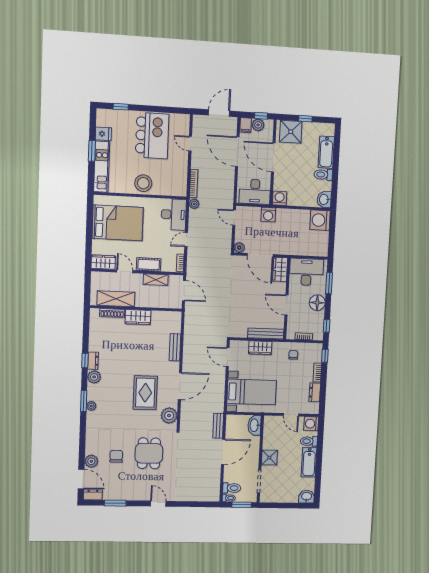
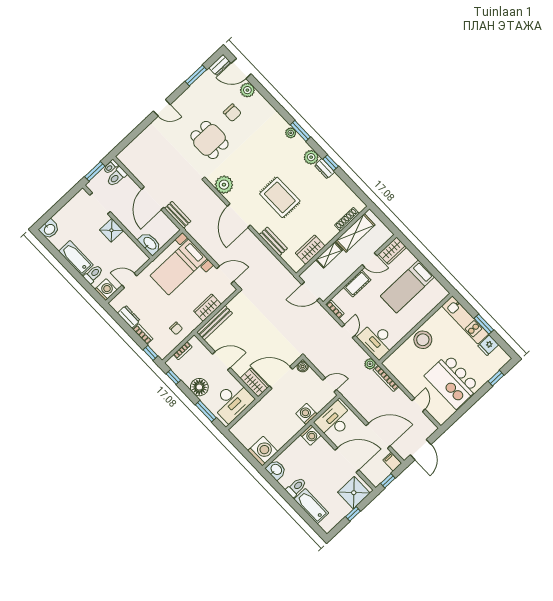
plant: (258, 125) -> (383, 472), removed
door: (190, 144) -> (419, 405), hinge flipped
bed: (118, 223) -> (407, 287), width x0.67
shelving: (156, 280) -> (329, 255), moved
wardrobe: (138, 317) -> (310, 250), moved
rug: (145, 393) -> (280, 197), moved

